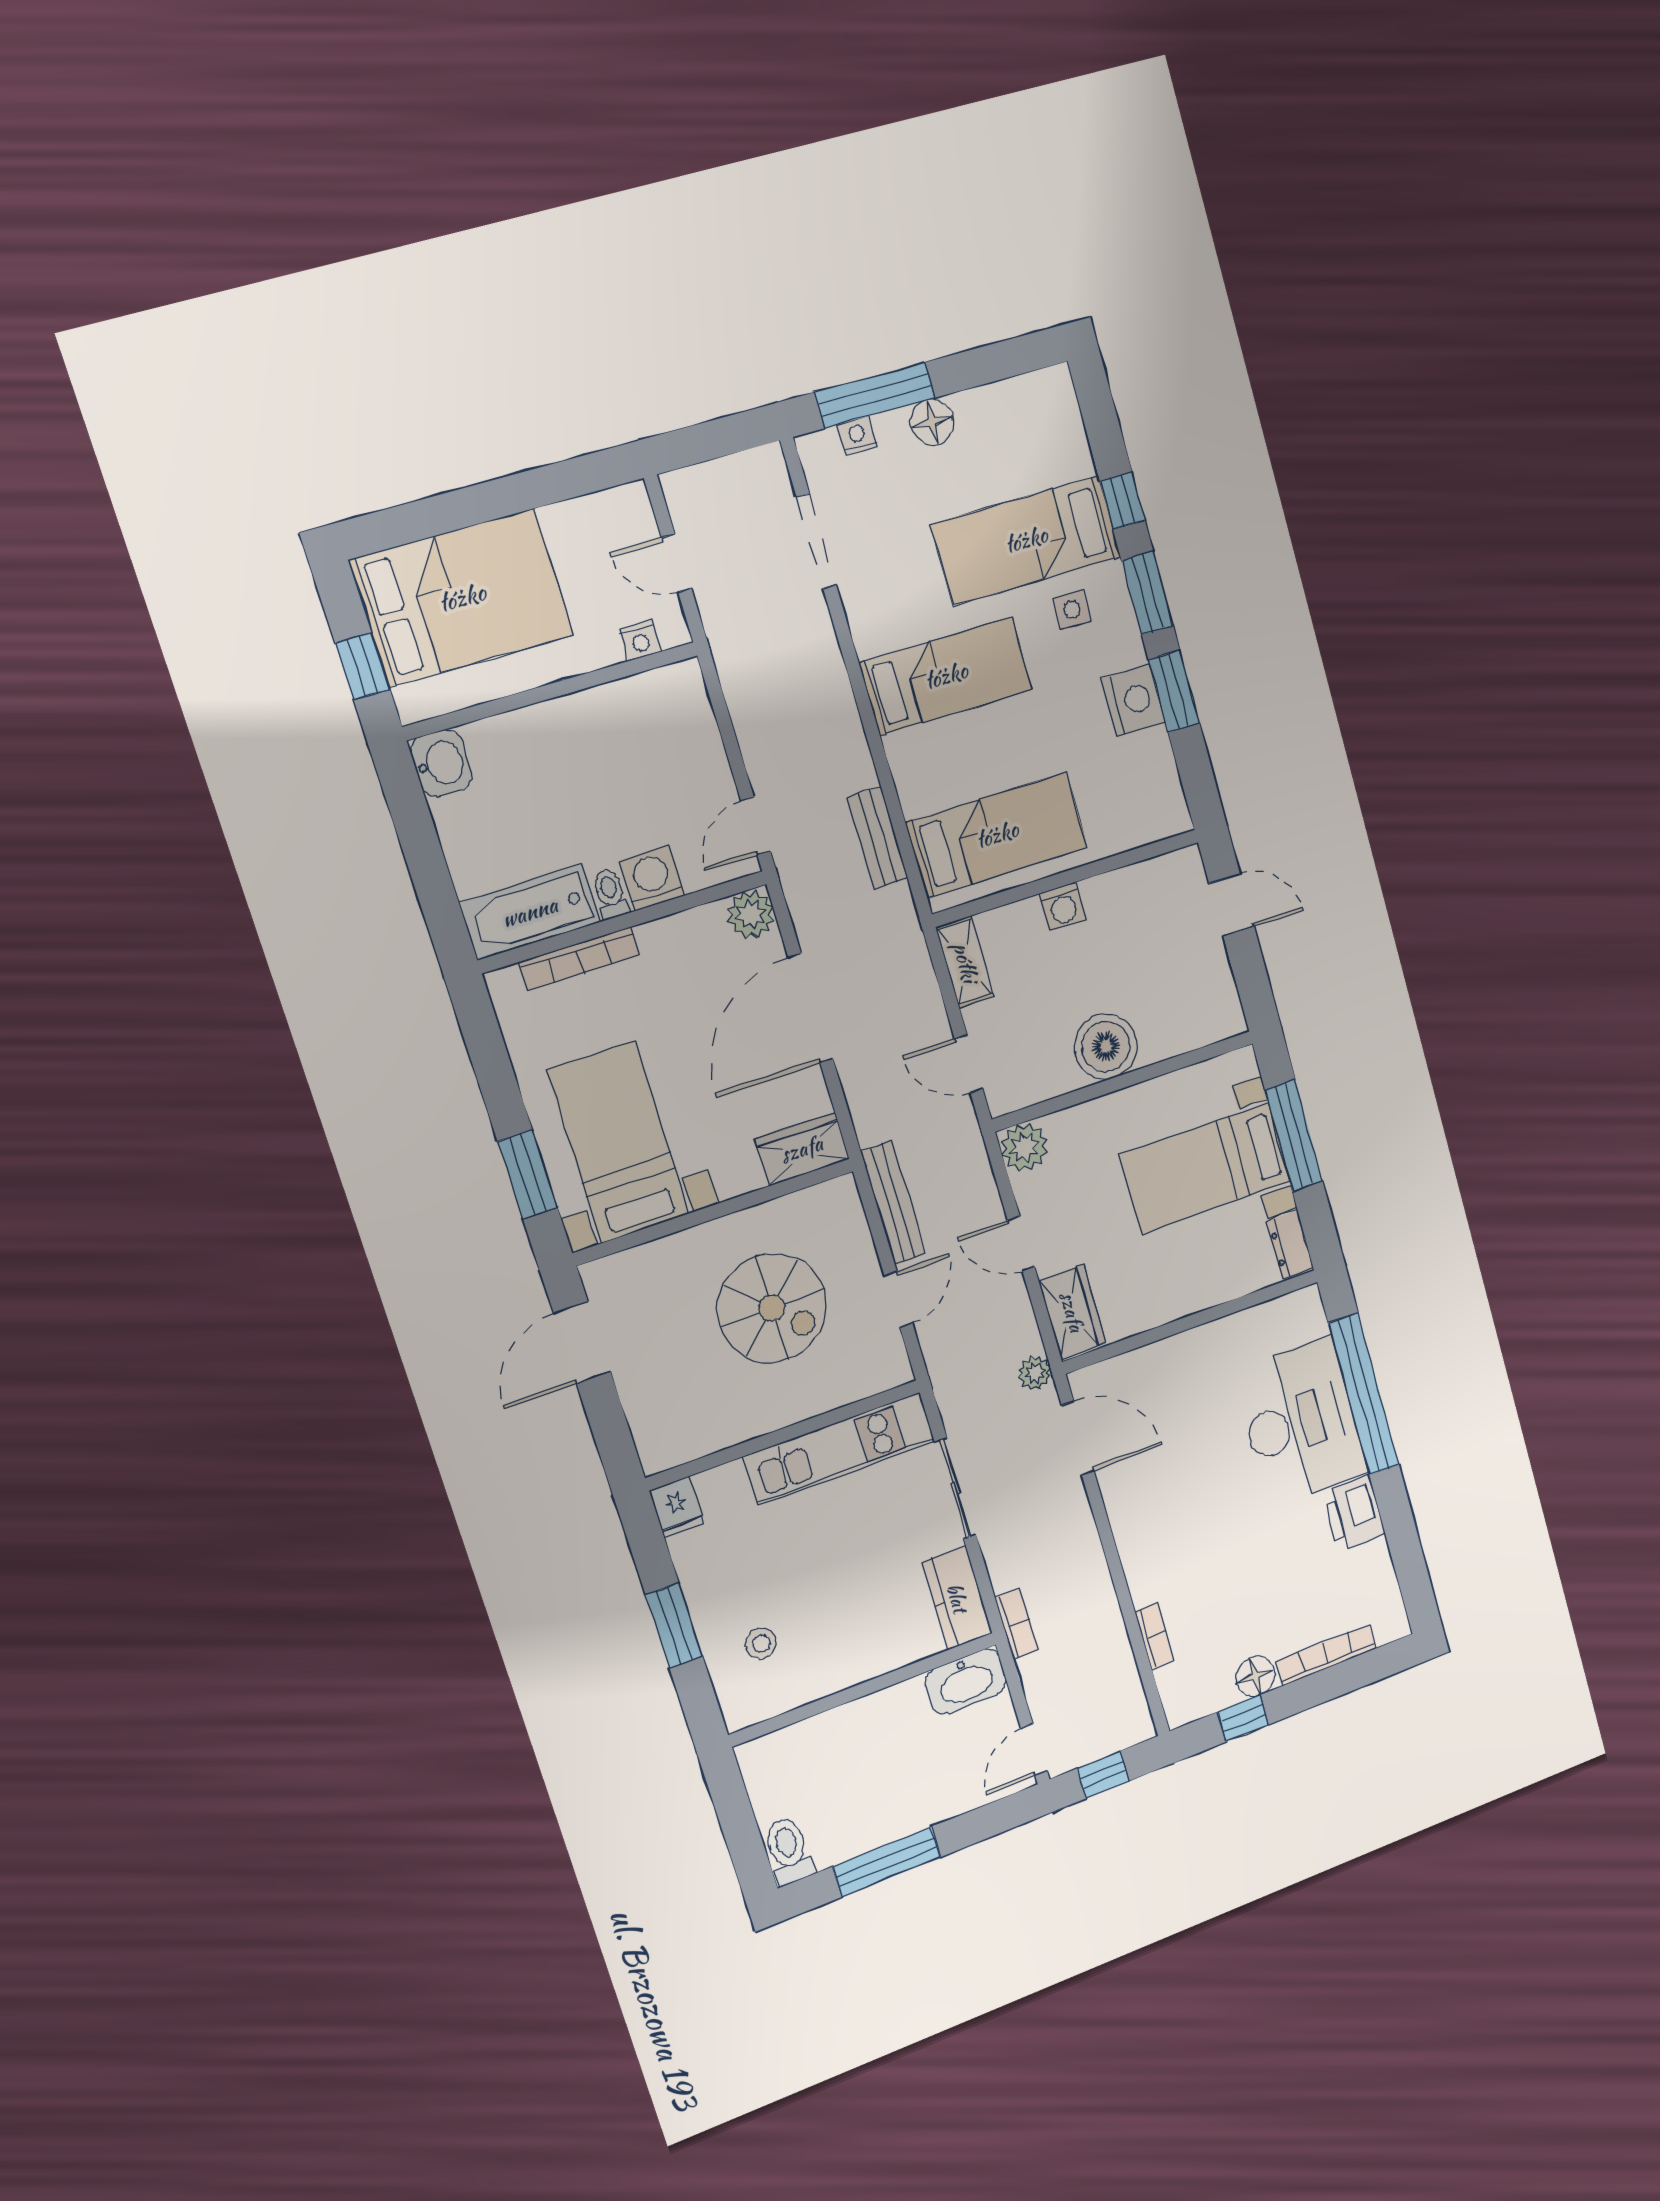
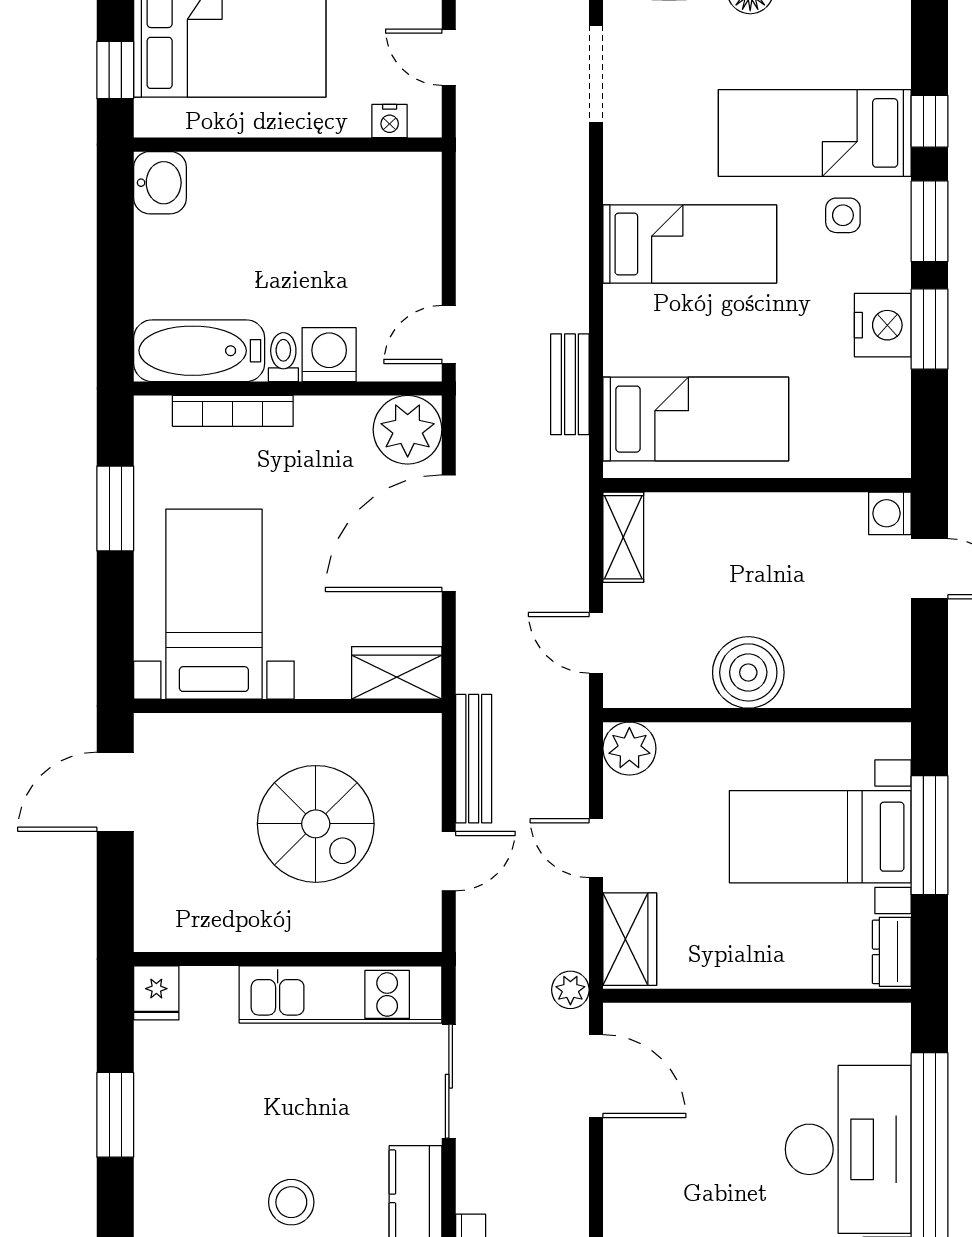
washing machine: (1063, 907) -> (890, 513), moved, turned 90
plant: (751, 914) -> (408, 430), width x1.36, depth x1.36
window: (528, 1174) -> (115, 509), moved
stool: (761, 1643) -> (291, 1202), moved, width x1.37, depth x1.37

